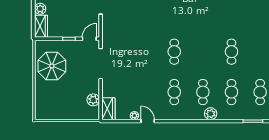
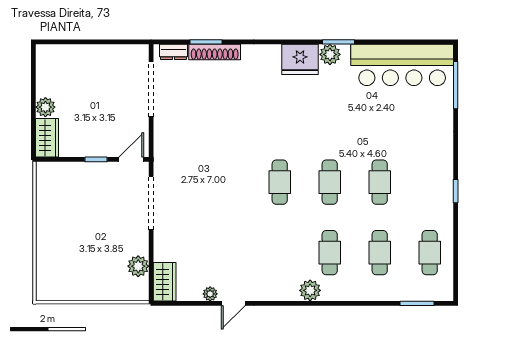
parasol: (52, 66) -> (66, 207), removed
cafe table: (174, 92) -> (330, 182), moved
plant: (211, 114) -> (310, 290), moved
door: (148, 121) -> (233, 303), swing flipped

